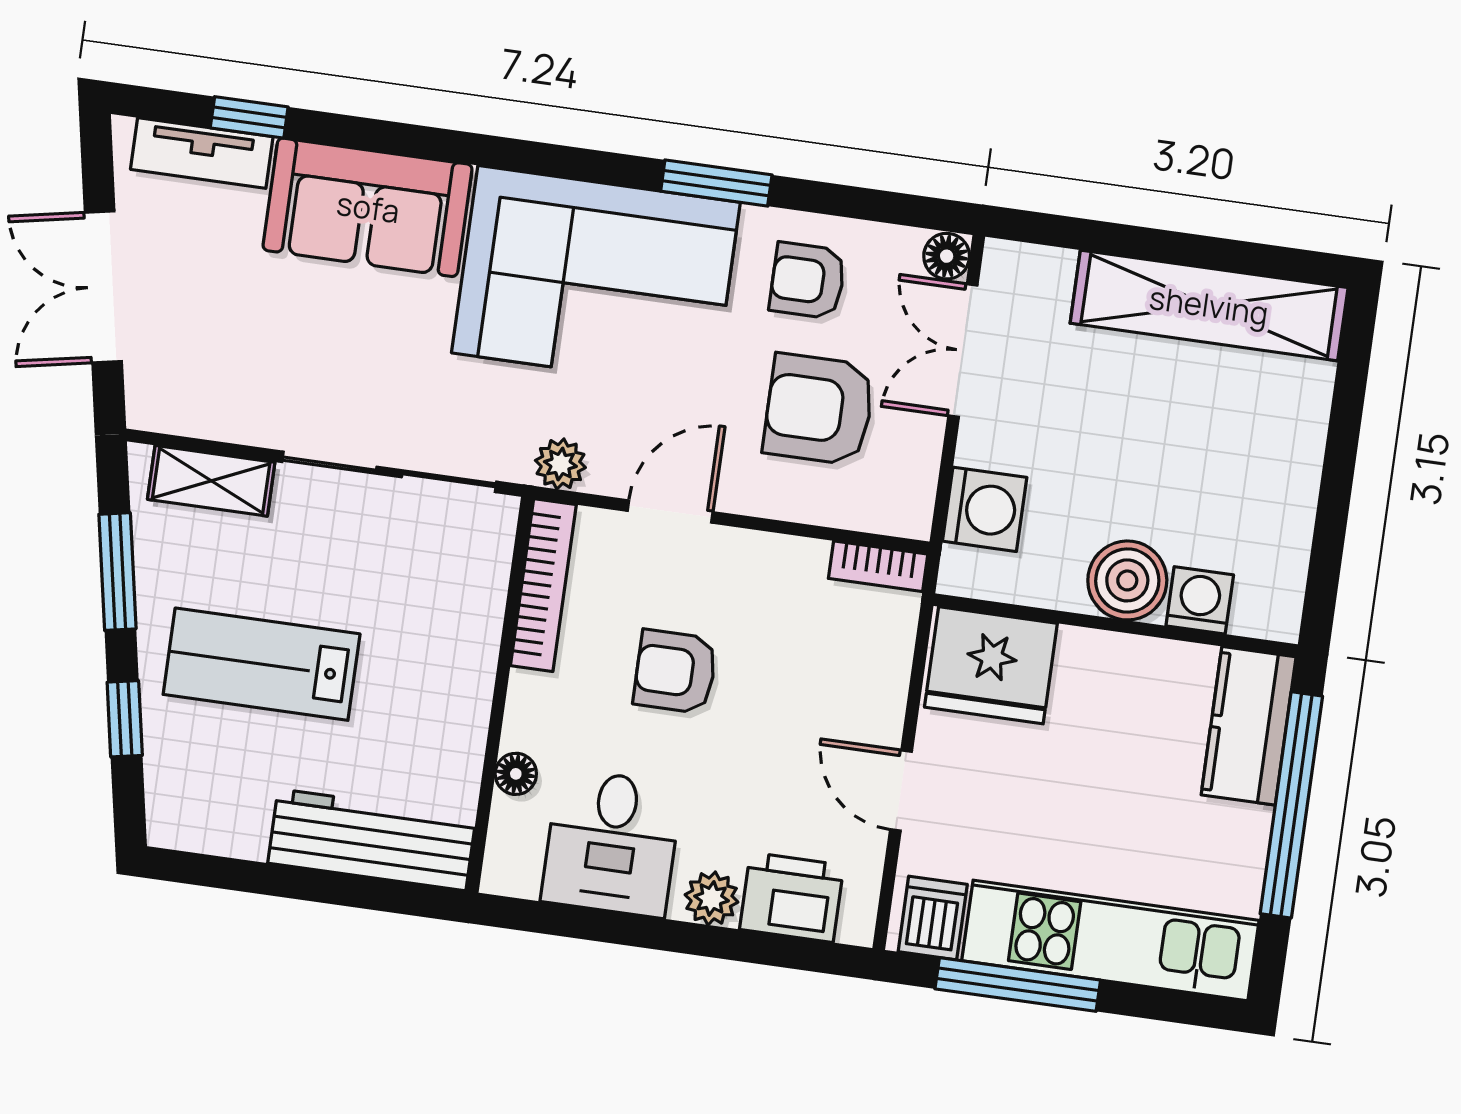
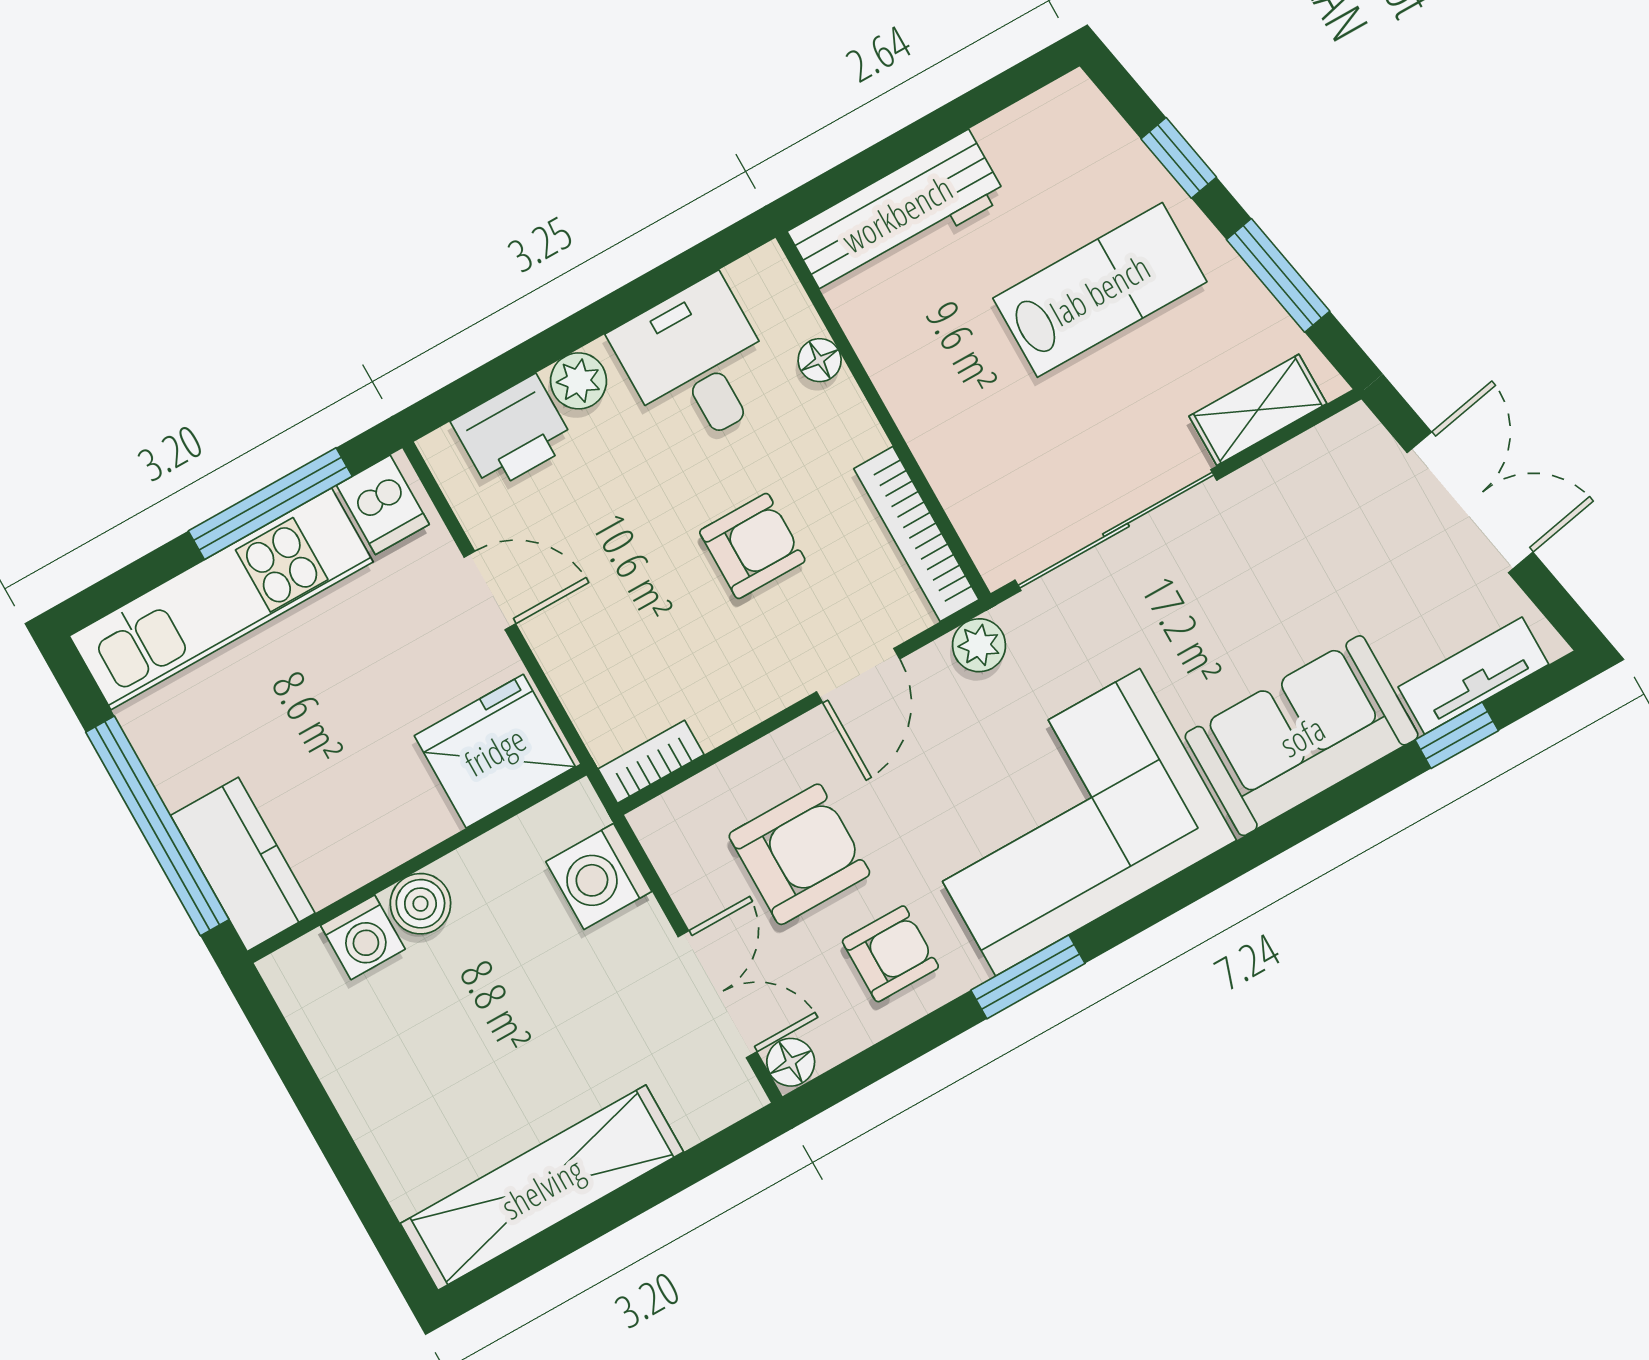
boiler: (1127, 580) -> (420, 904), width x0.73, depth x0.73

